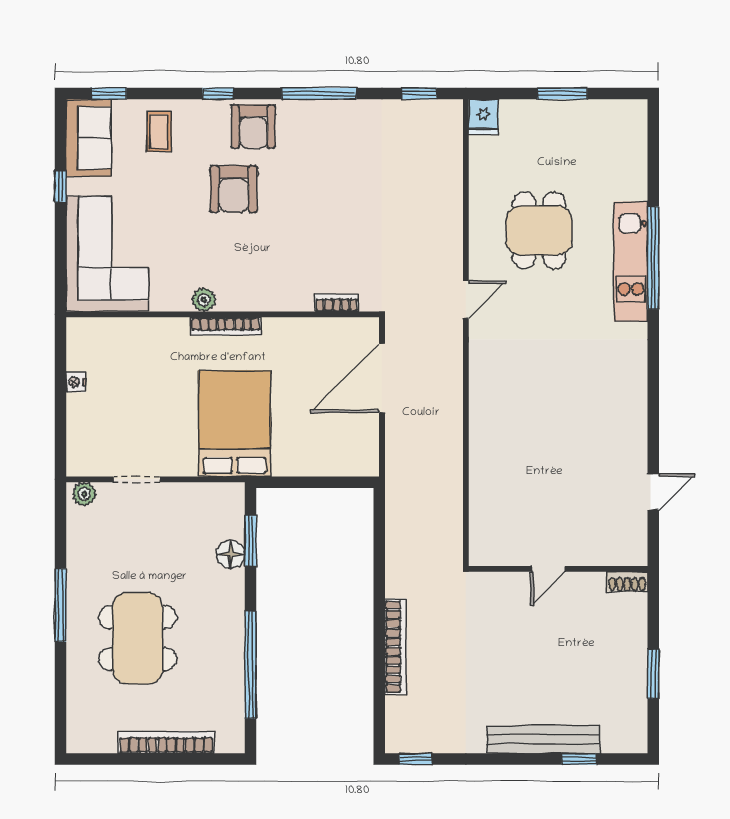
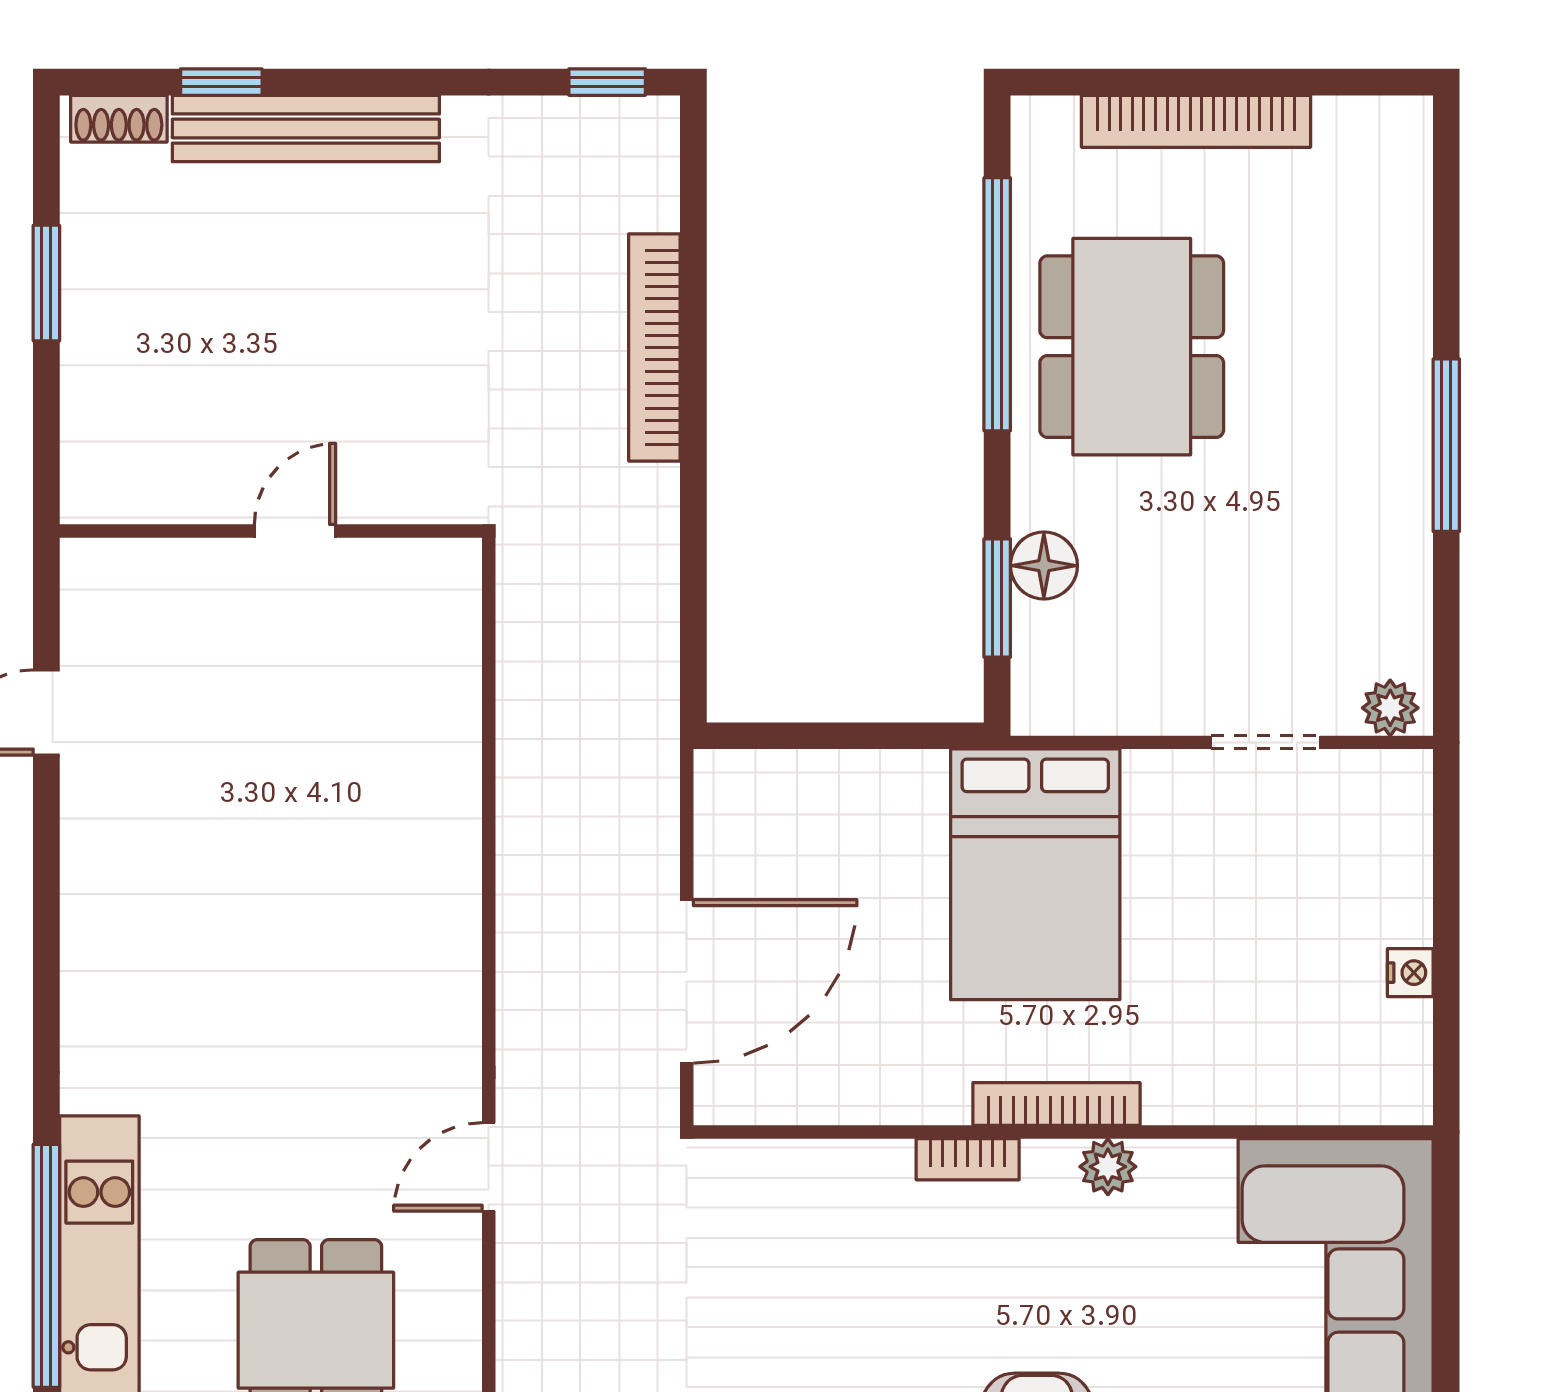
bookcase: (337, 303) -> (968, 1159), moved
shoe rack: (627, 582) -> (119, 119), moved, turned 180
dining table: (138, 638) -> (1132, 347), moved

